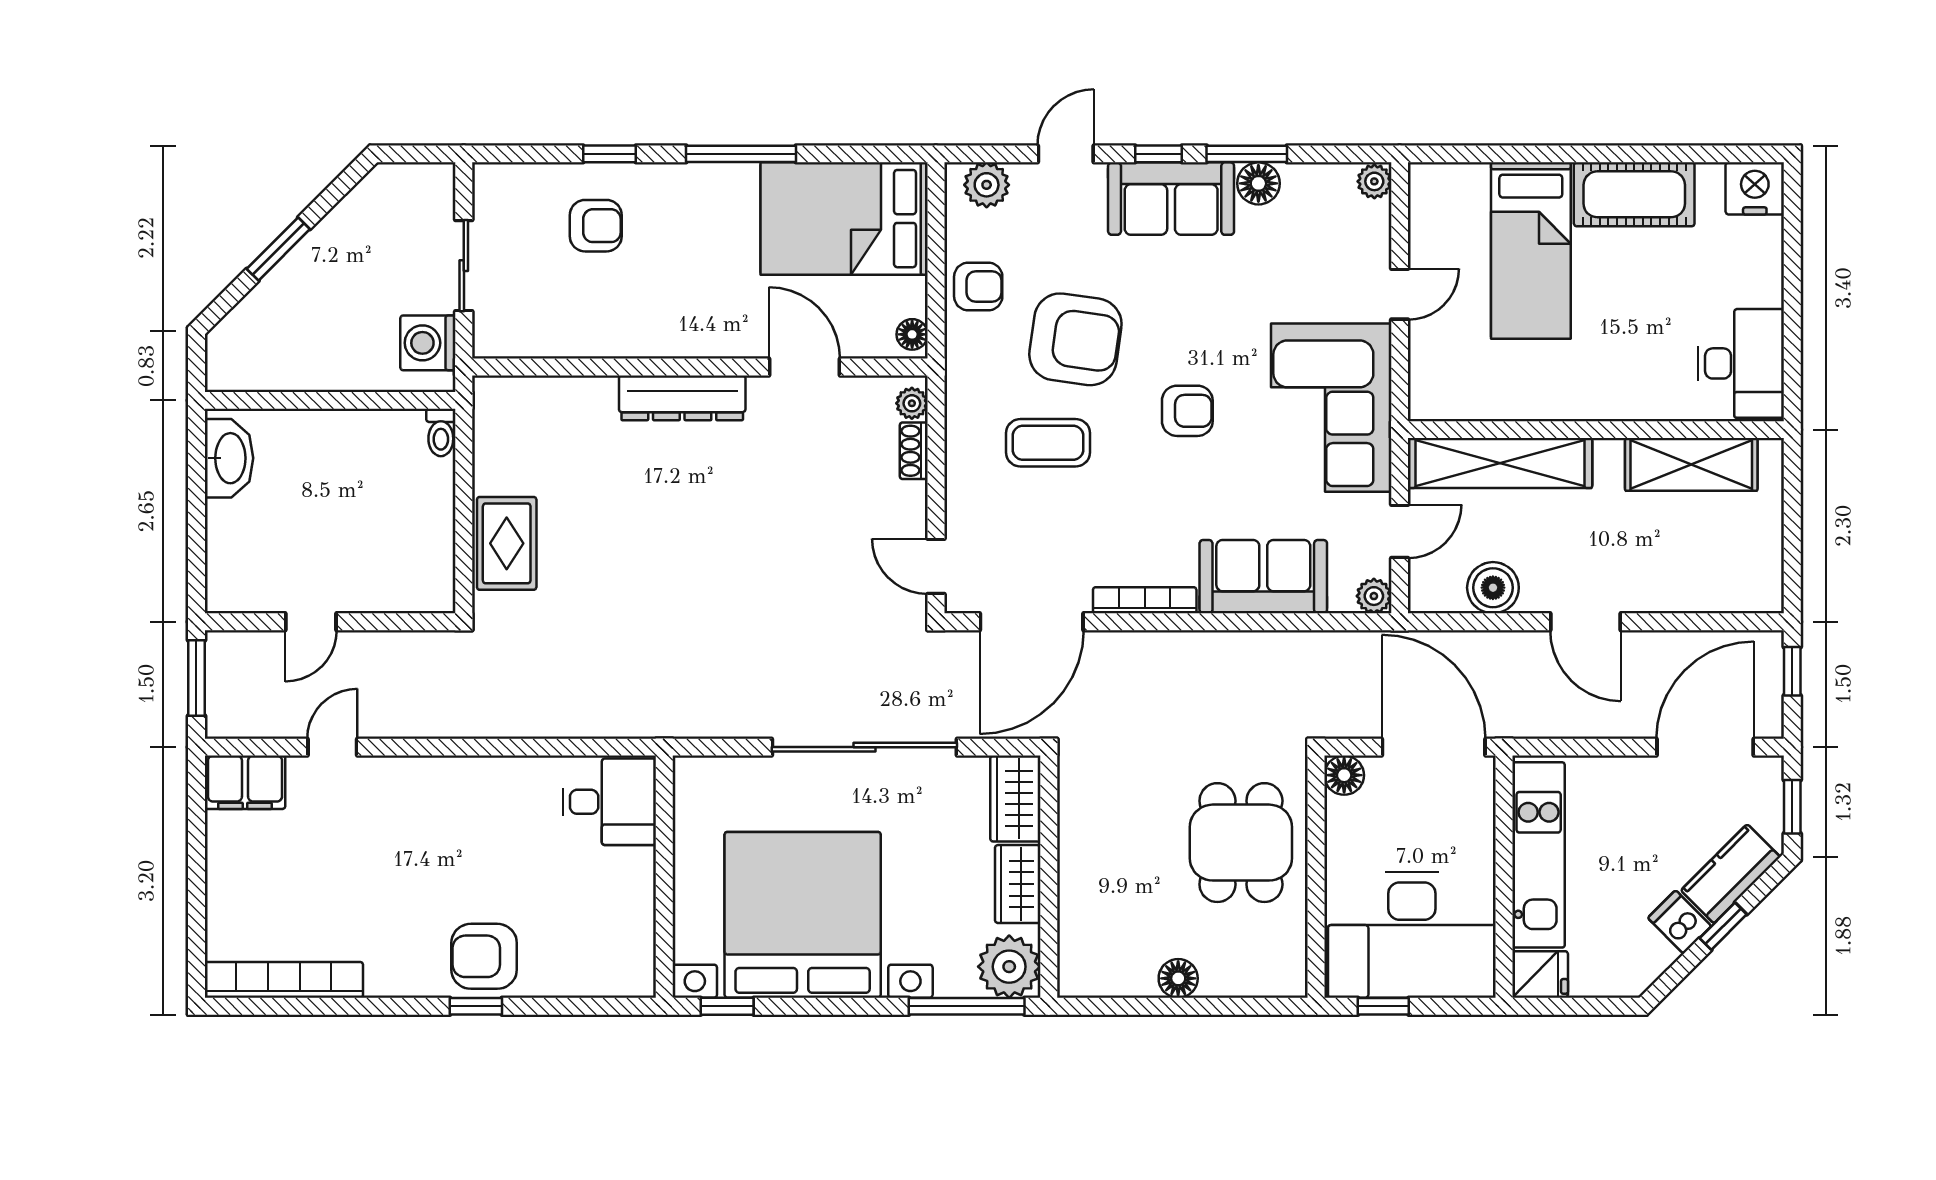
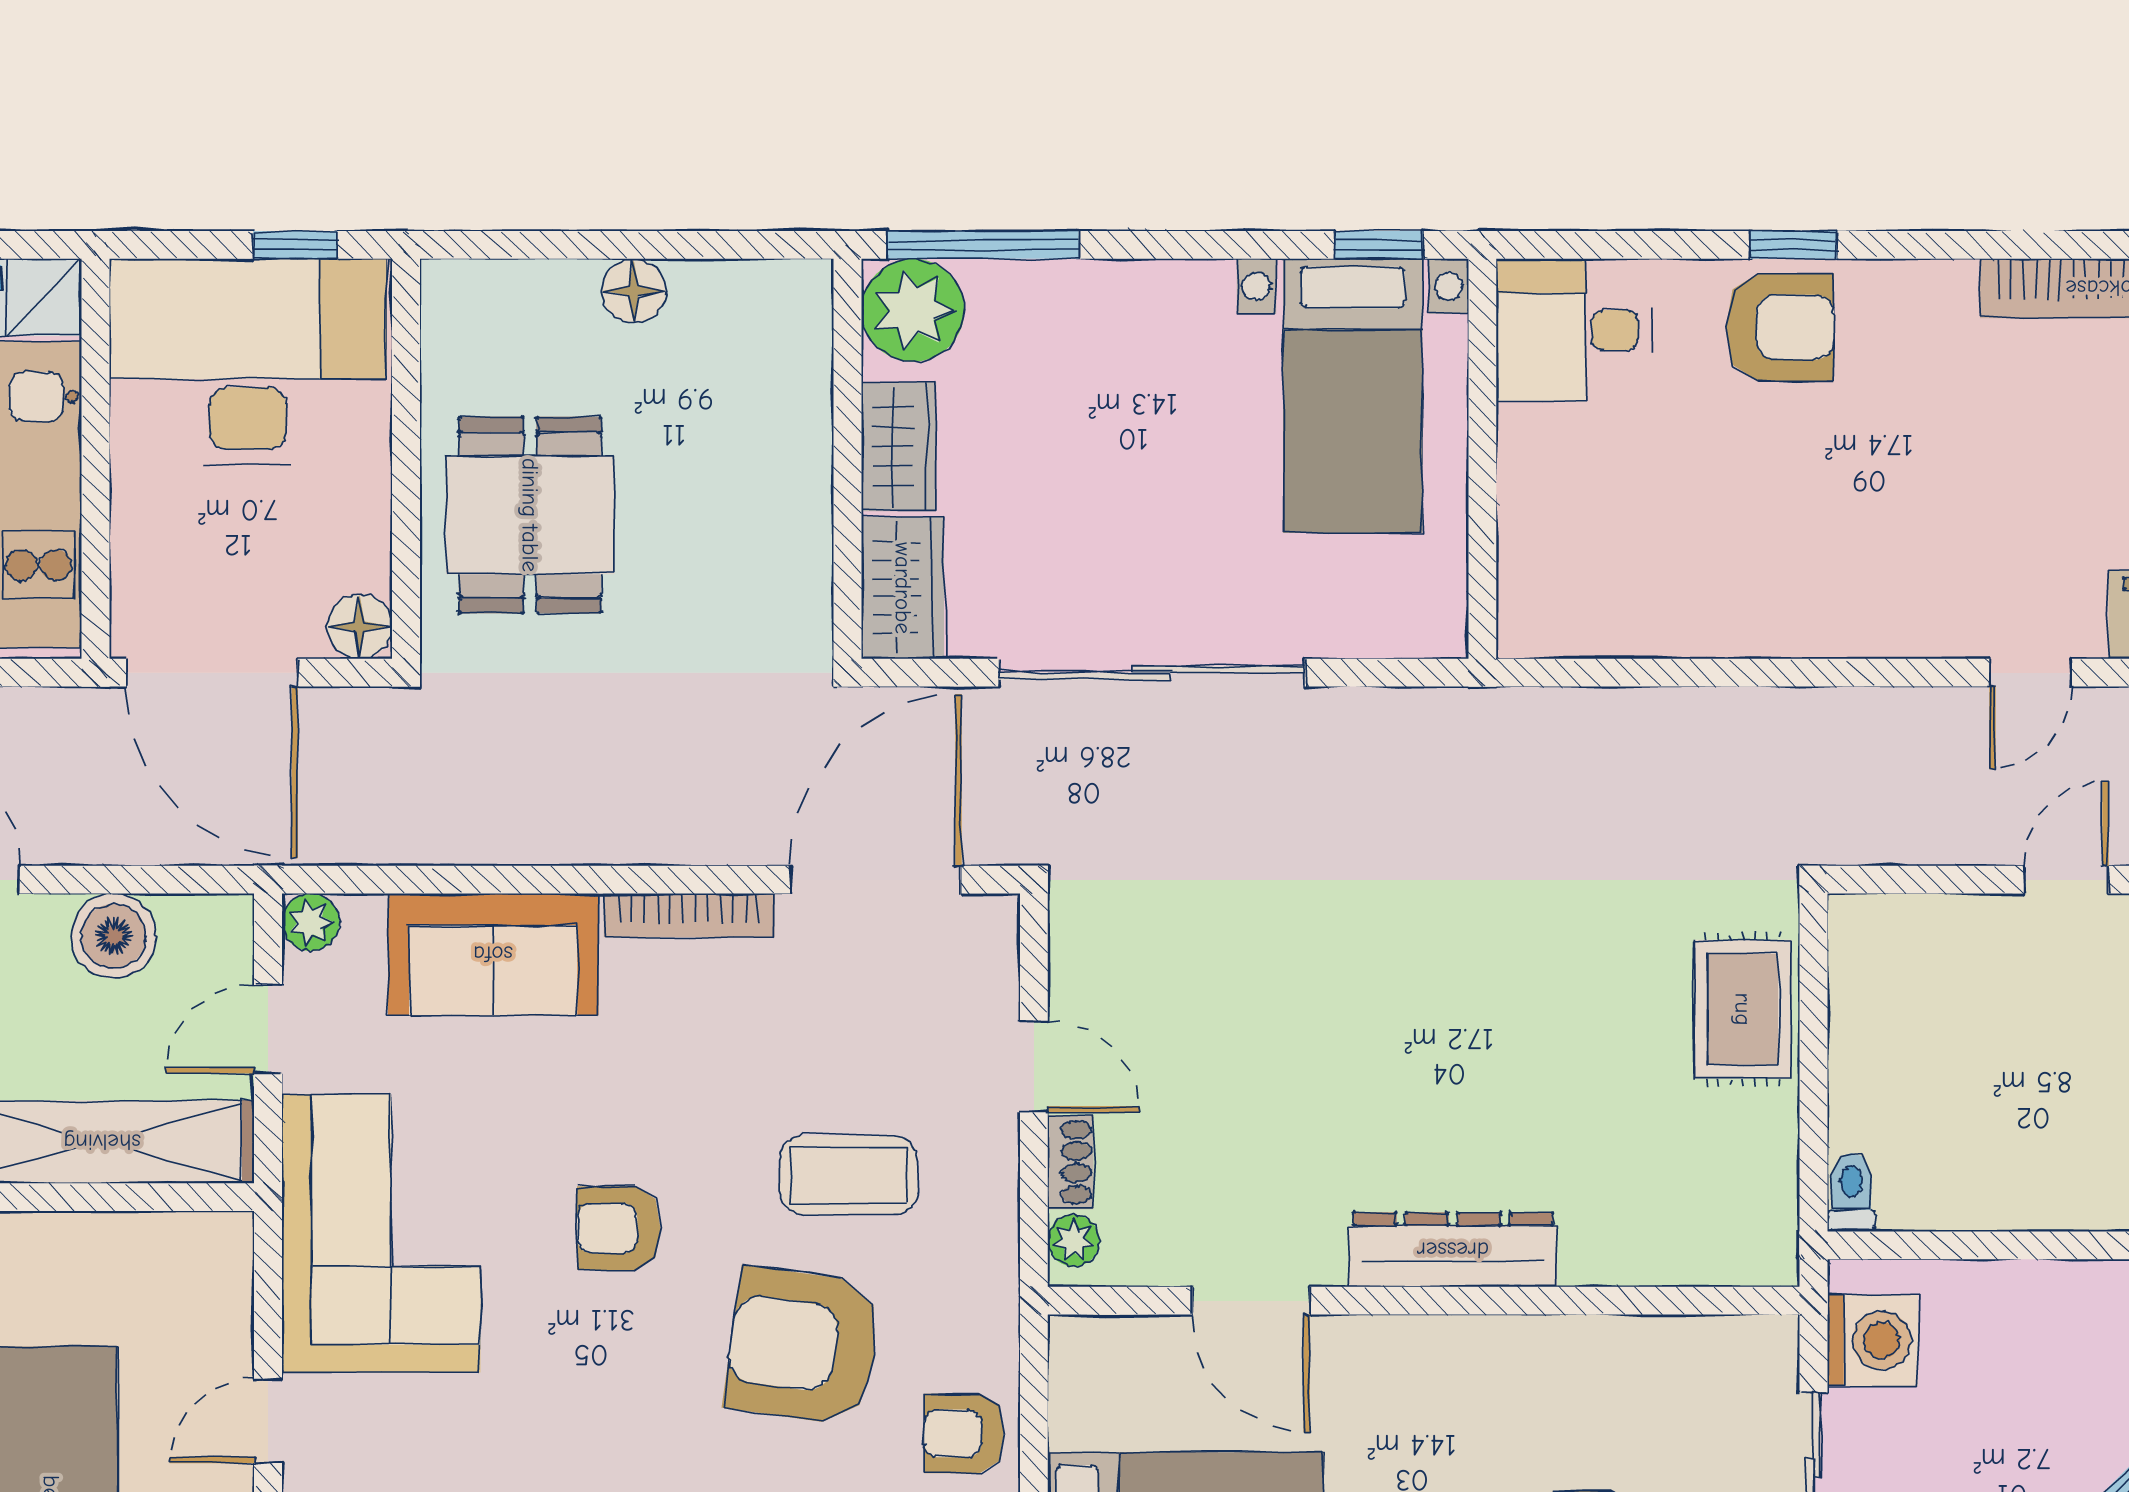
floor lamp: (912, 334) -> (1073, 1354), removed
door: (936, 566) -> (1034, 1067), moved
desk: (609, 802) -> (1573, 330), moved
bed with nightstands: (803, 915) -> (1353, 396), width x0.54

